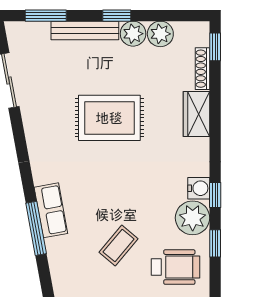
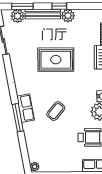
plant: (160, 34) -> (18, 16), moved
coffee table: (119, 245) -> (56, 111), moved

